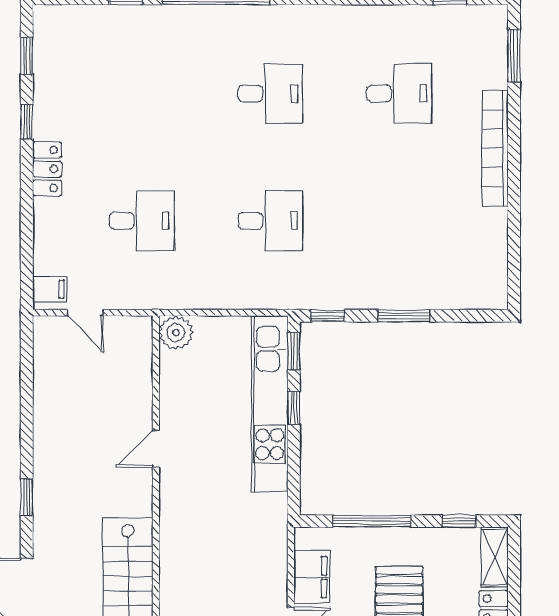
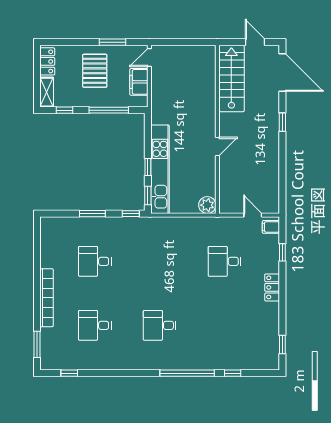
window: (27, 122) -> (282, 252), moved
desk: (270, 221) -> (95, 261), moved

